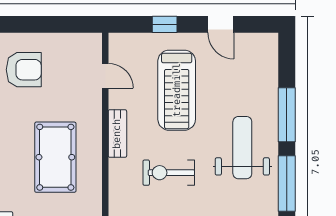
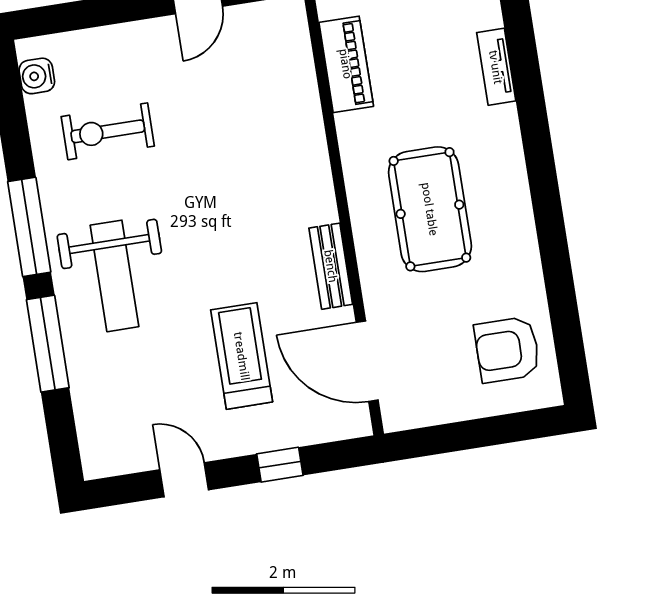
door: (105, 76) -> (367, 361), width x1.88
treadmill: (177, 90) -> (242, 356), width x0.73, depth x0.73
exercise bike: (169, 173) -> (233, 214), removed

